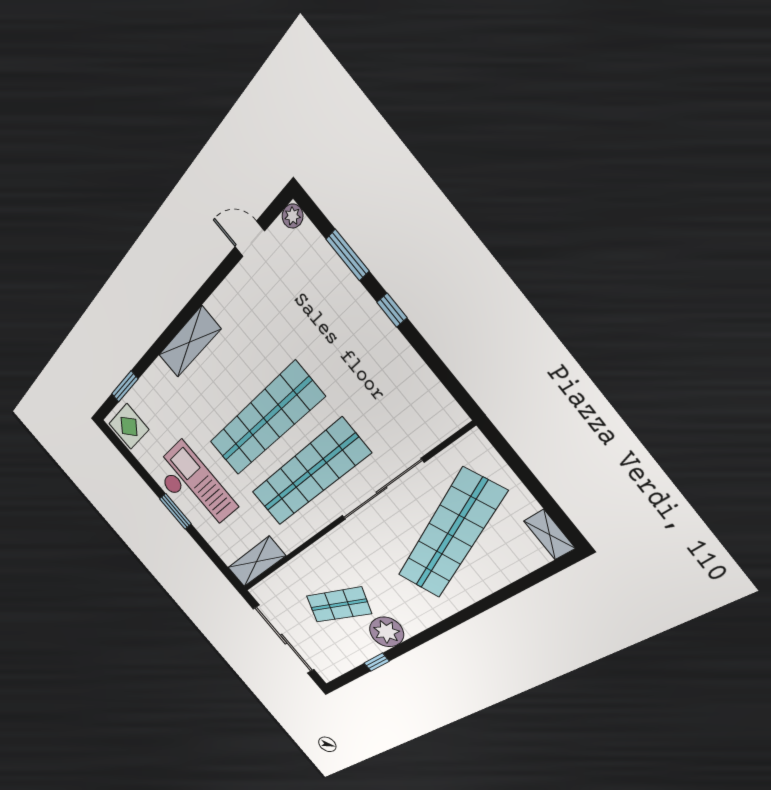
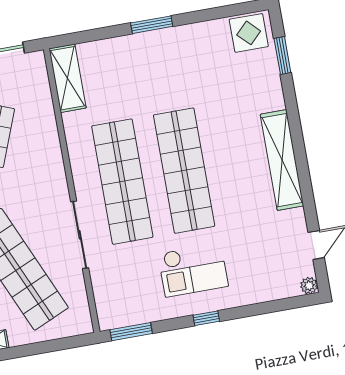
window: (347, 255) -> (131, 332), moved
shelving: (189, 342) -> (282, 160), width x1.47
checkout: (194, 488) -> (193, 270), moved, width x0.73, depth x0.83
sliding door: (382, 490) -> (80, 235), width x0.73

